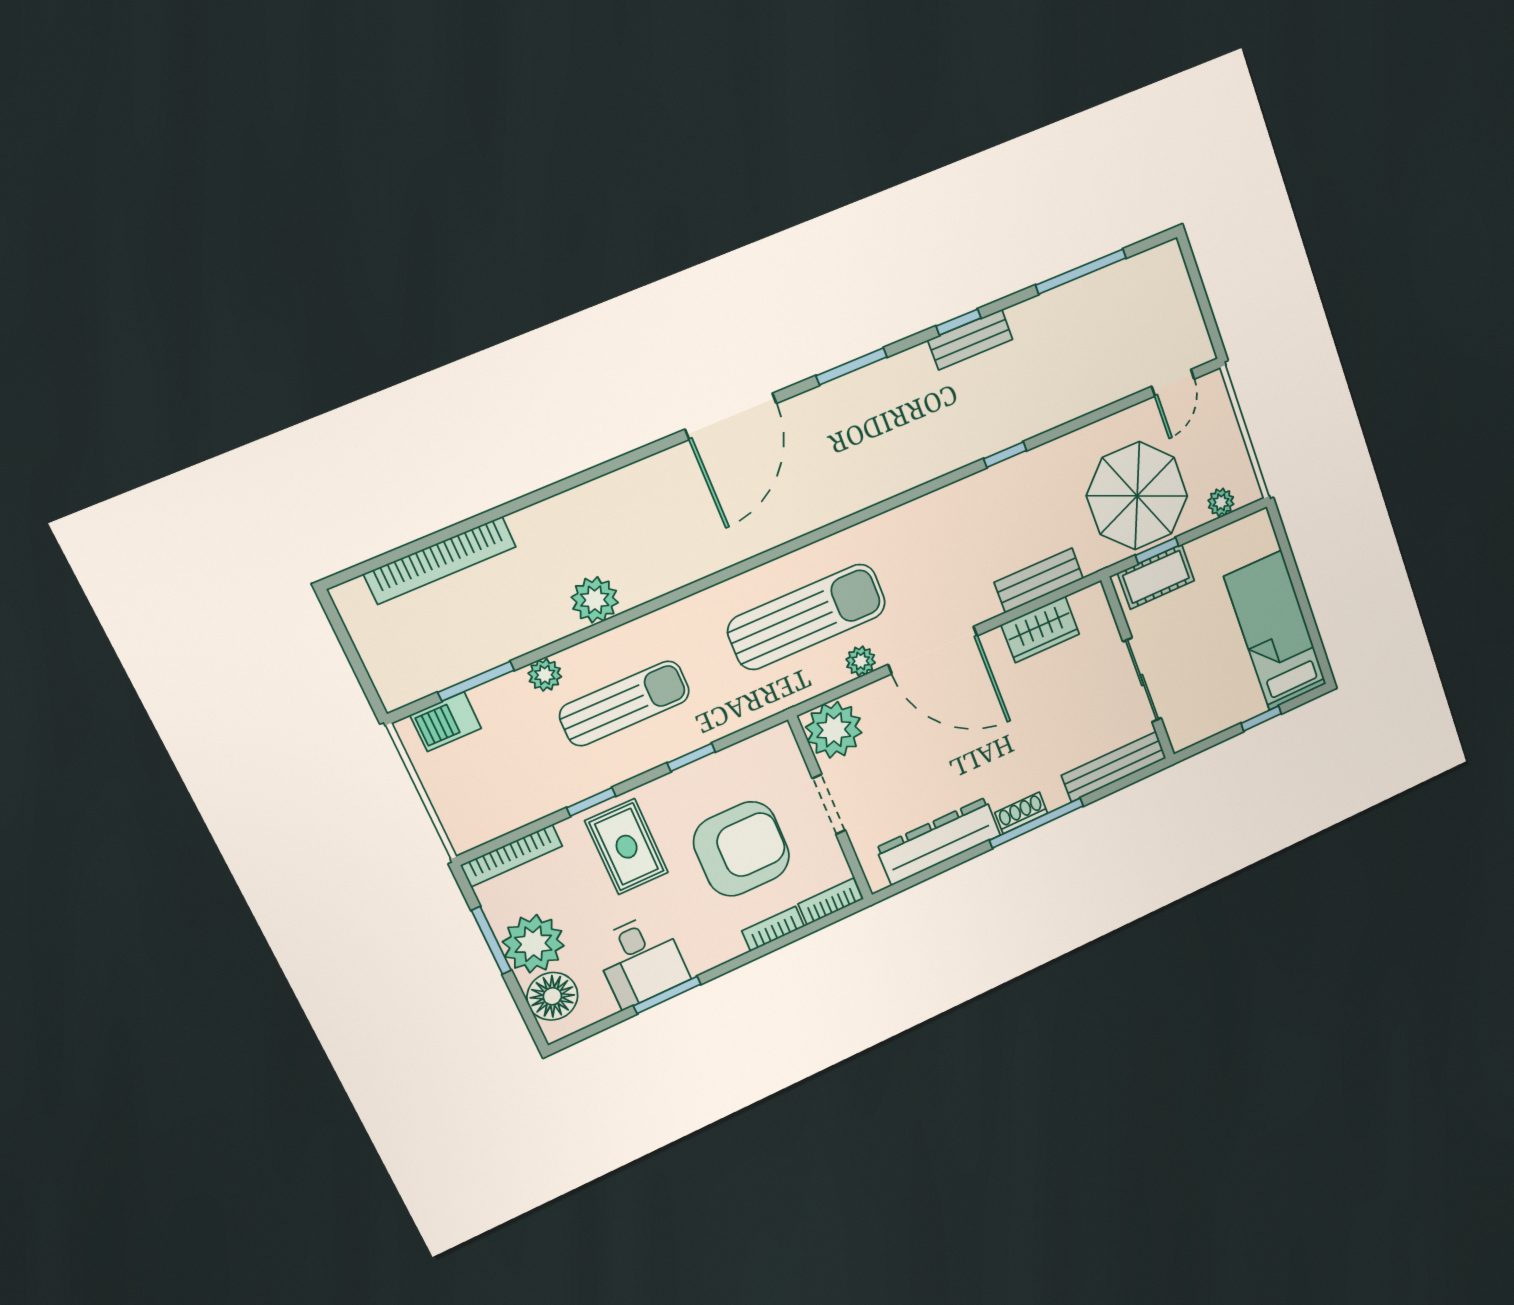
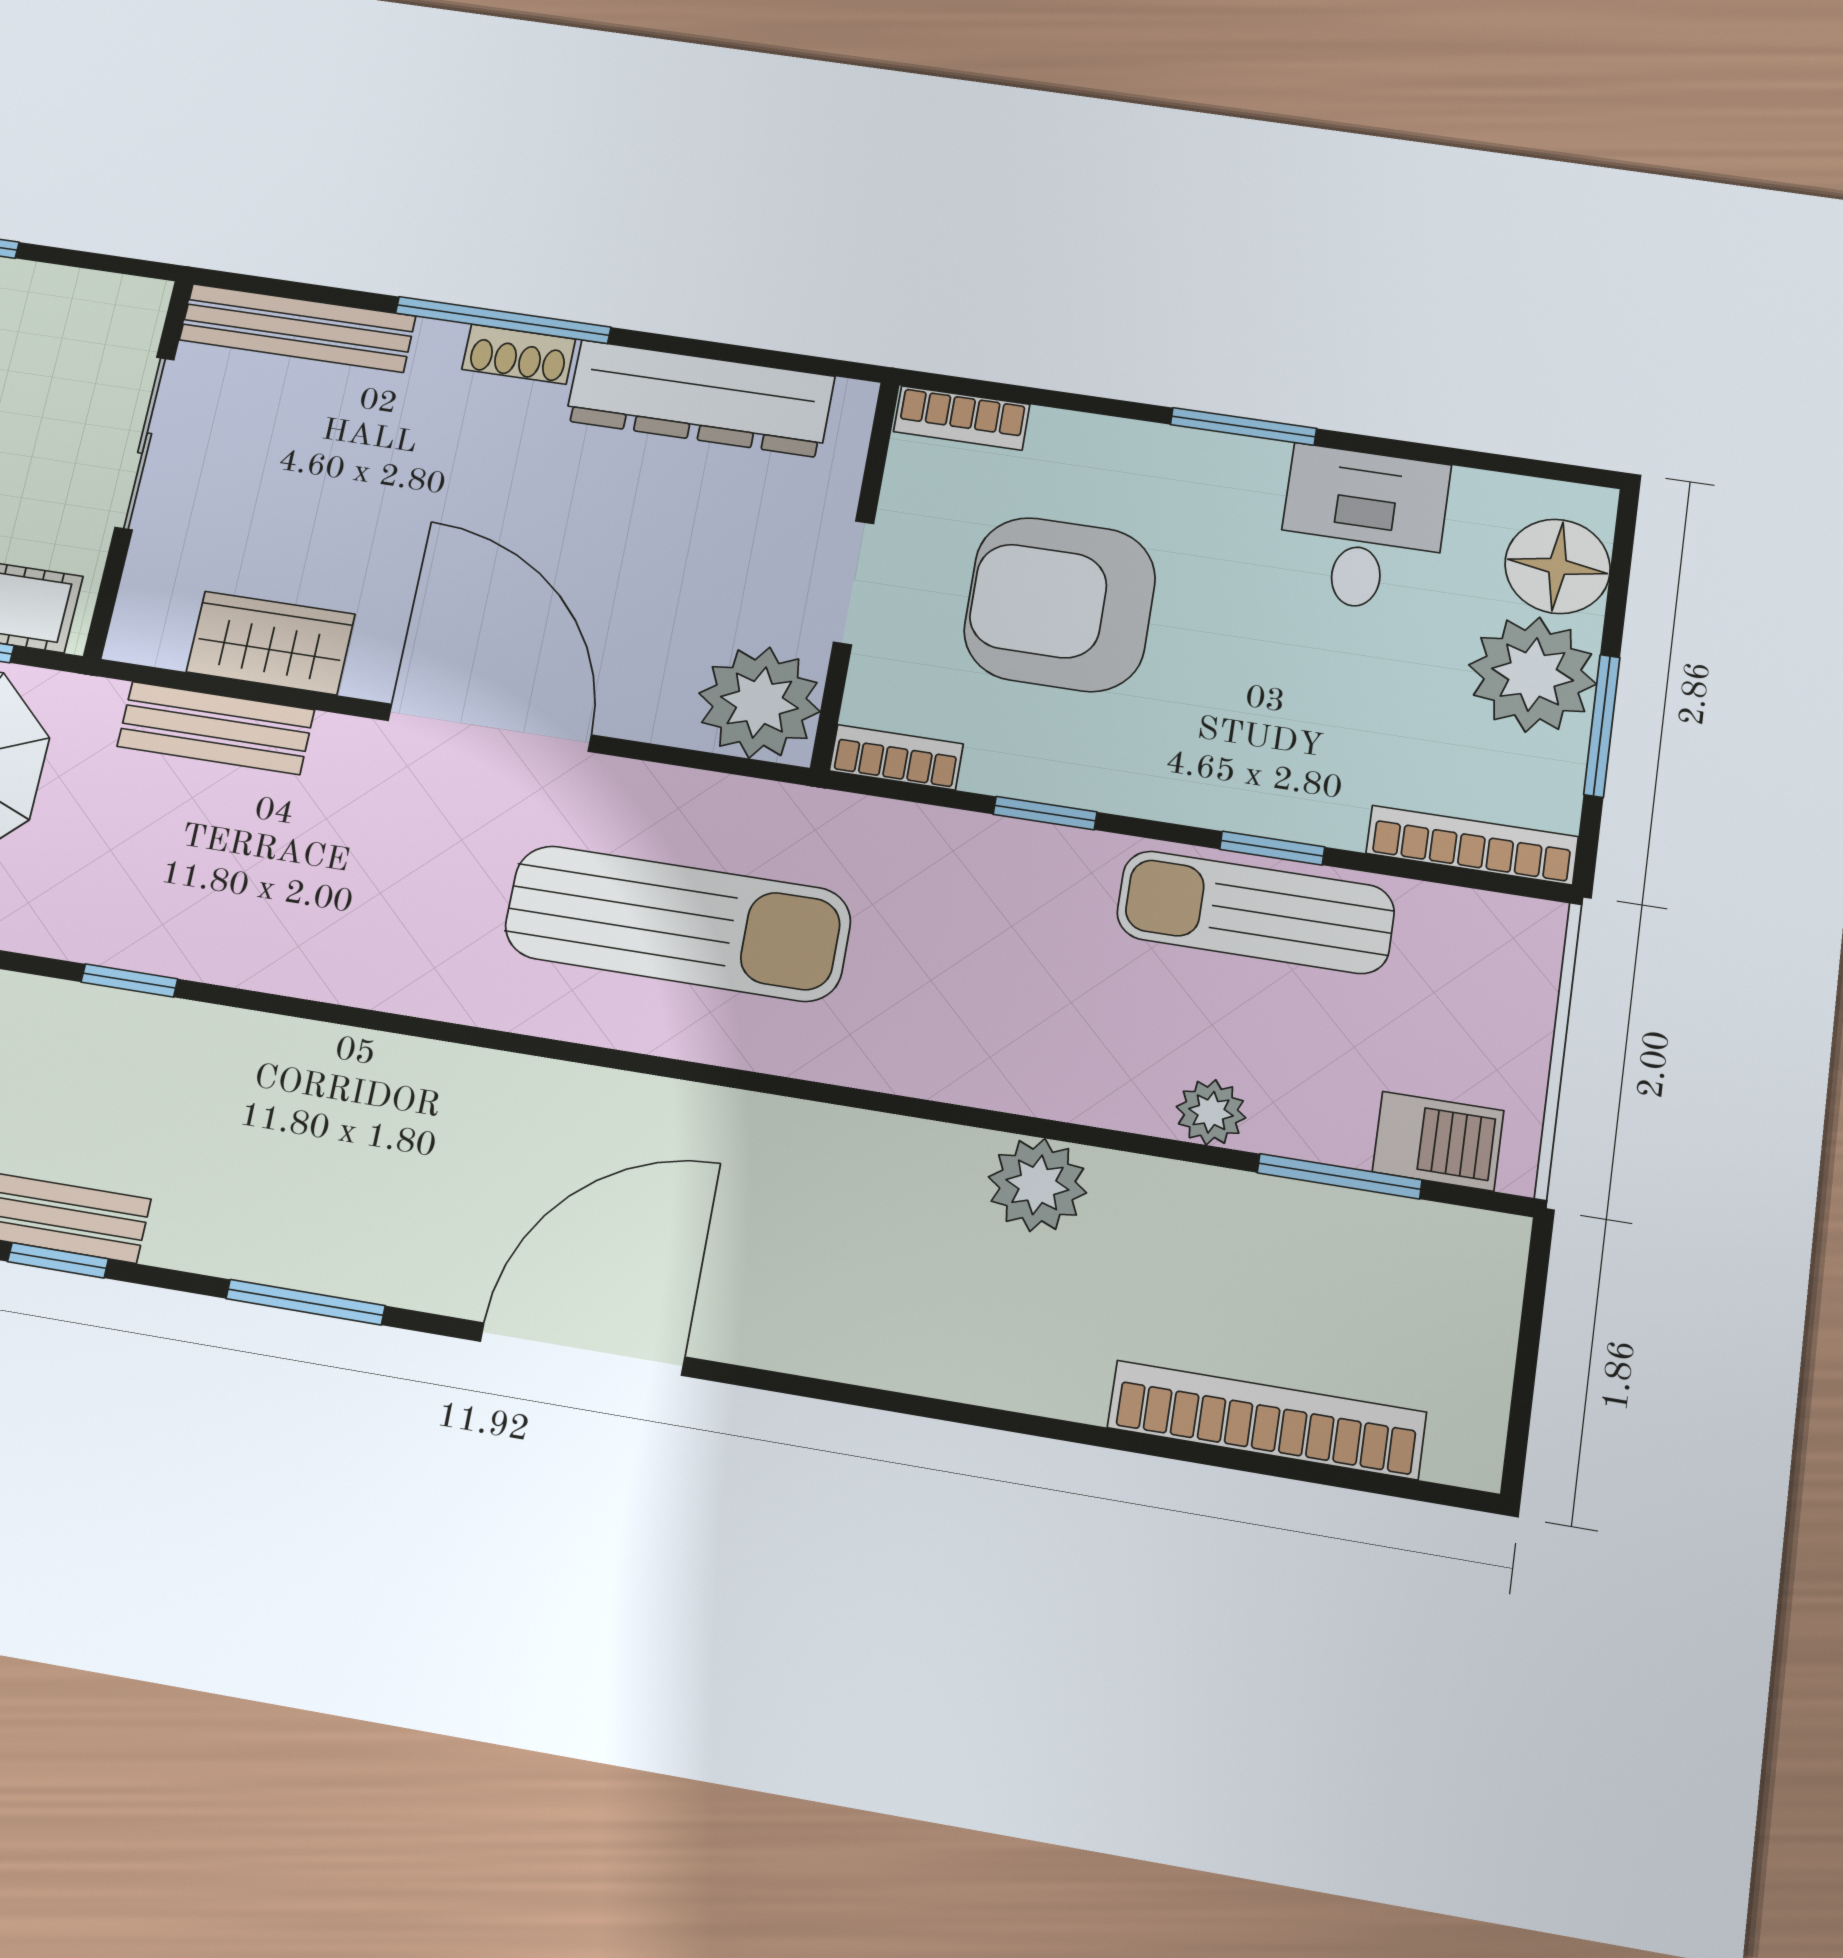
sun lounger: (807, 617) -> (678, 923), turned 180
plant: (861, 661) -> (632, 789), removed
sun lounger: (625, 703) -> (1255, 912), moved
rug: (627, 847) -> (1260, 734), removed
bookcase: (773, 929) -> (896, 757), moved, turned 180
window: (667, 995) -> (1243, 426), moved

